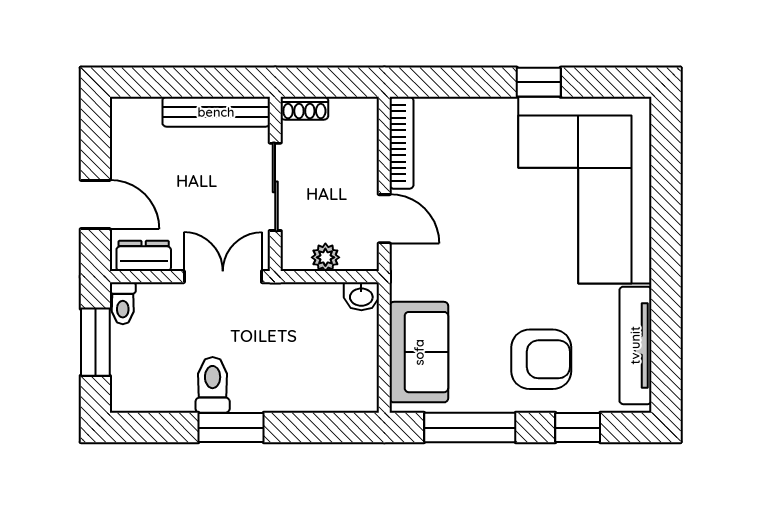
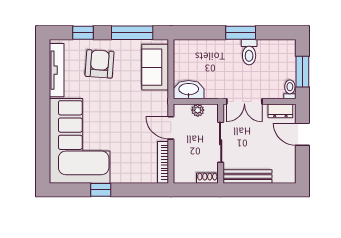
washbasin: (361, 296) -> (189, 90), width x1.91, depth x1.45
armchair: (541, 359) -> (100, 64), turned 94

